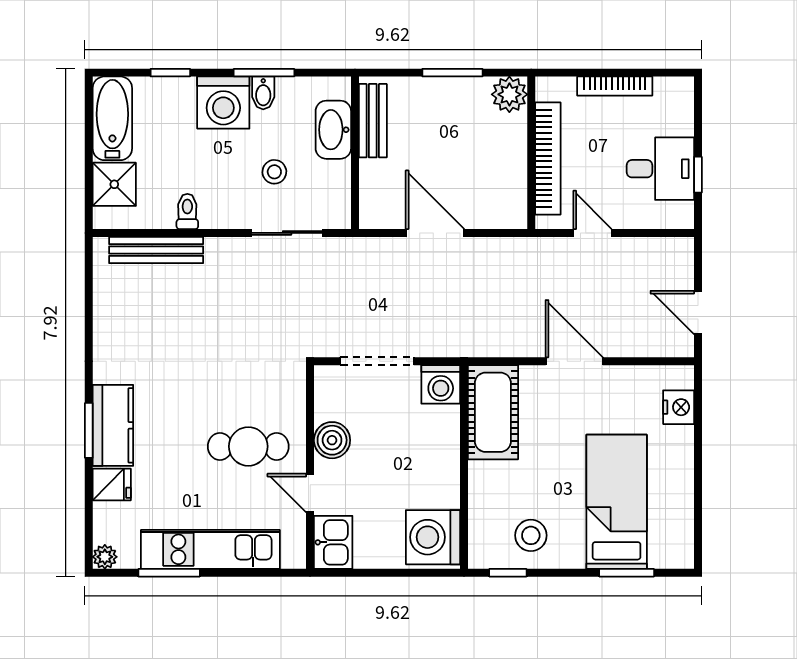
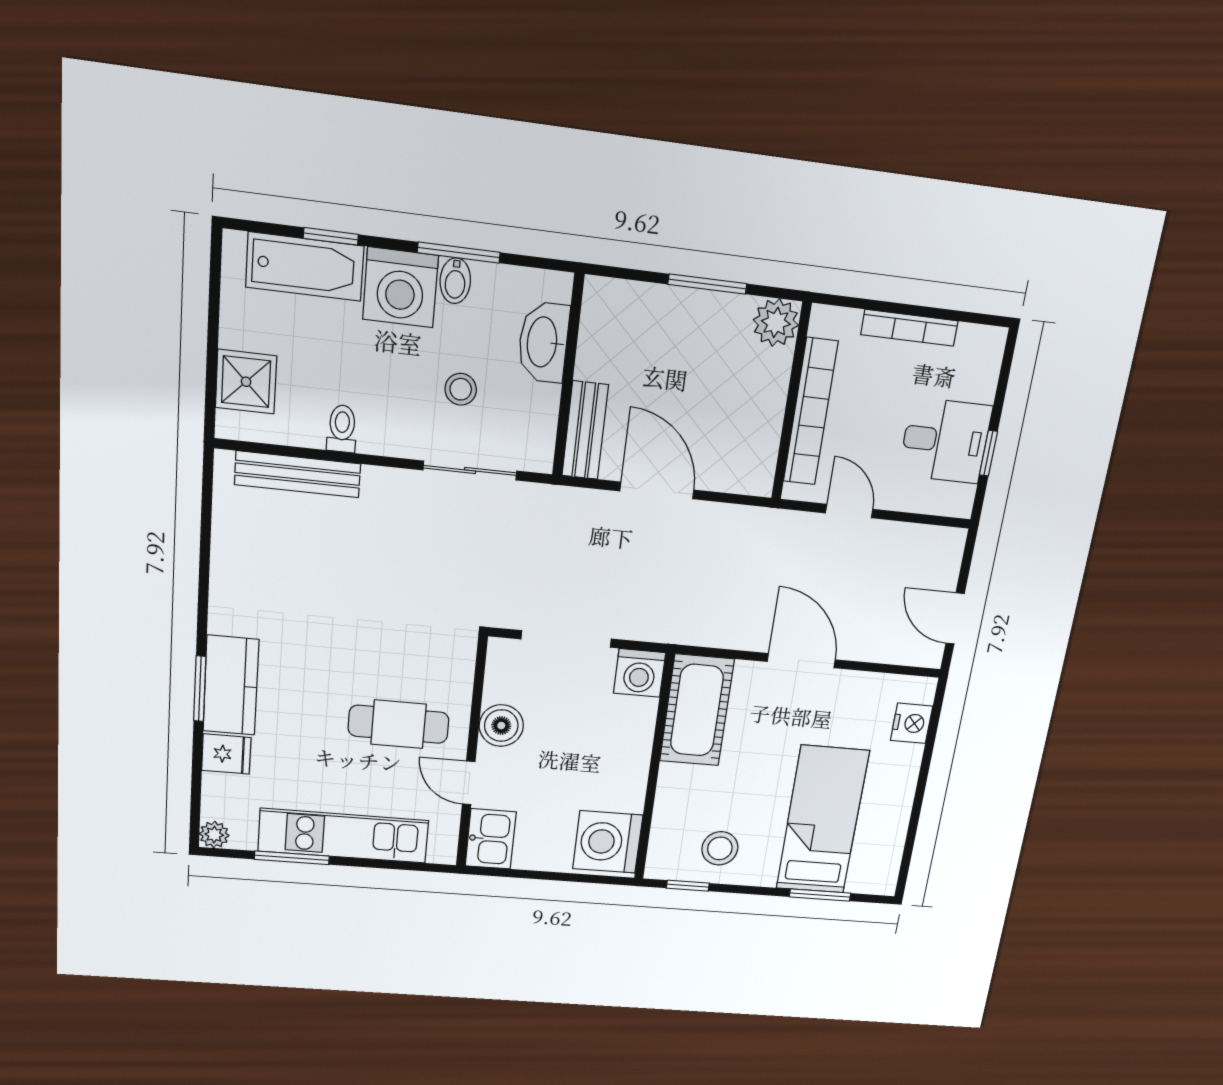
bathtub: (112, 118) -> (305, 267), moved, turned 90
bench: (373, 121) -> (585, 430), moved

